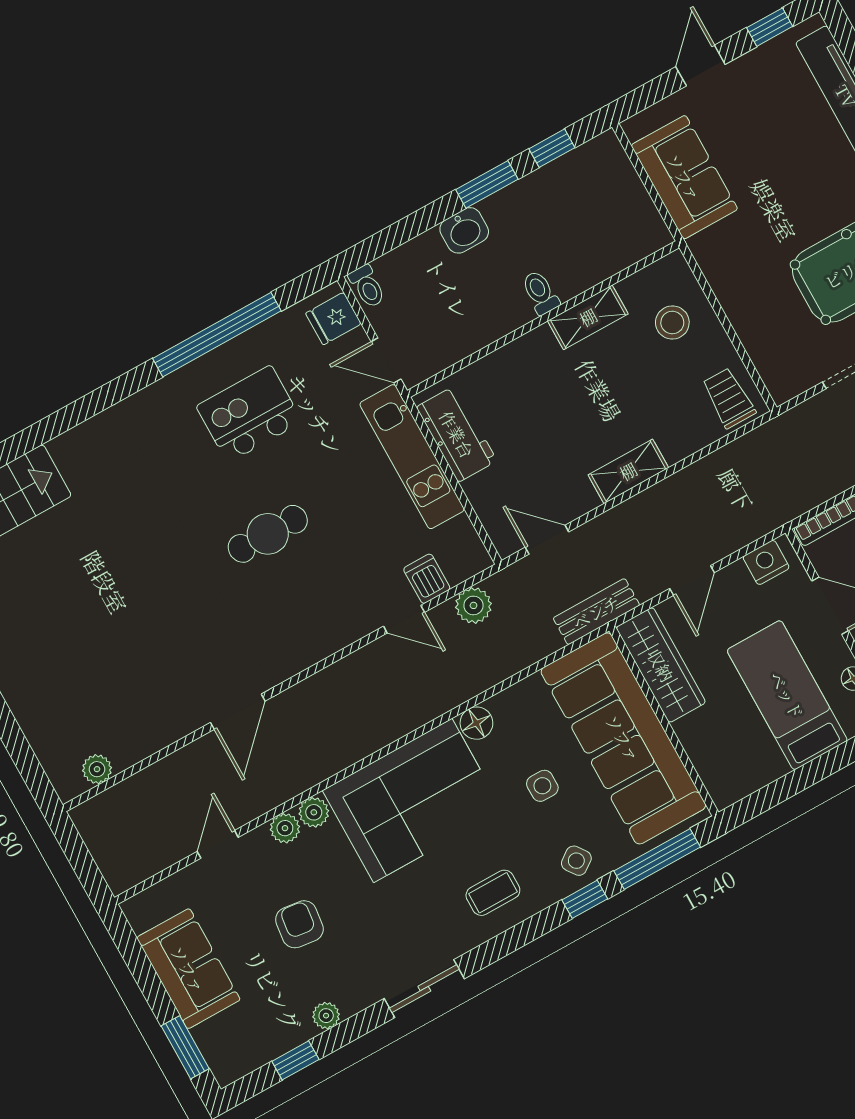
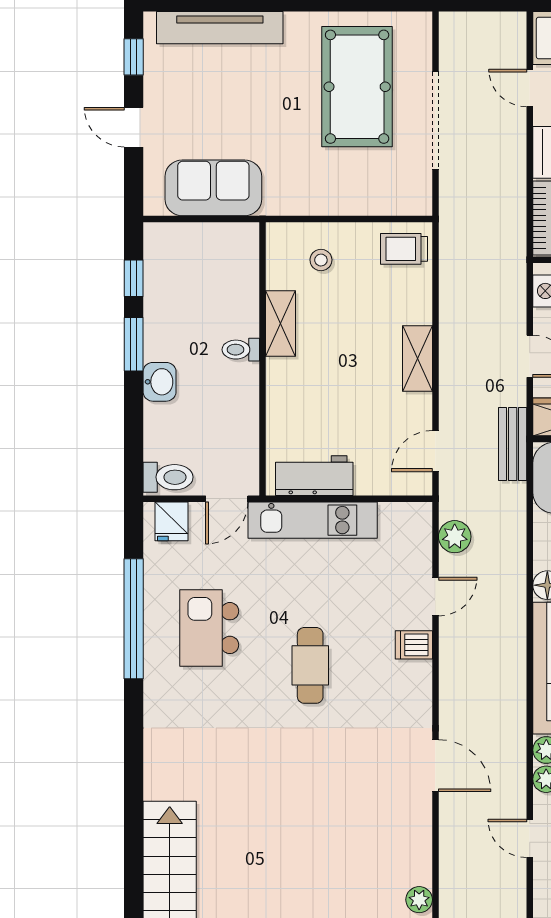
toilet: (367, 286) -> (168, 477), width x1.37, depth x1.39
stool: (672, 322) -> (321, 260), width x0.73, depth x0.73
dishwasher: (427, 579) -> (414, 645), moved

